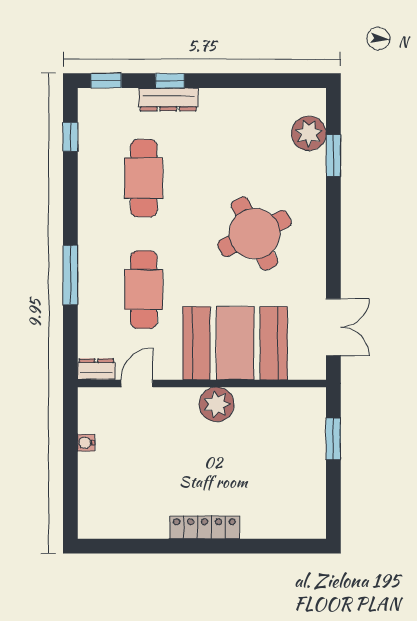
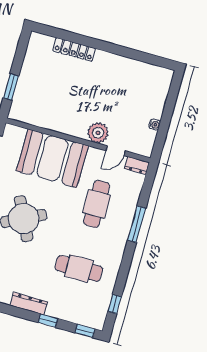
dresser: (168, 99) -> (29, 304), moved
cafe table: (144, 178) -> (79, 268), turned 90
plant: (217, 404) -> (98, 133), moved
locker: (205, 527) -> (74, 49), moved

